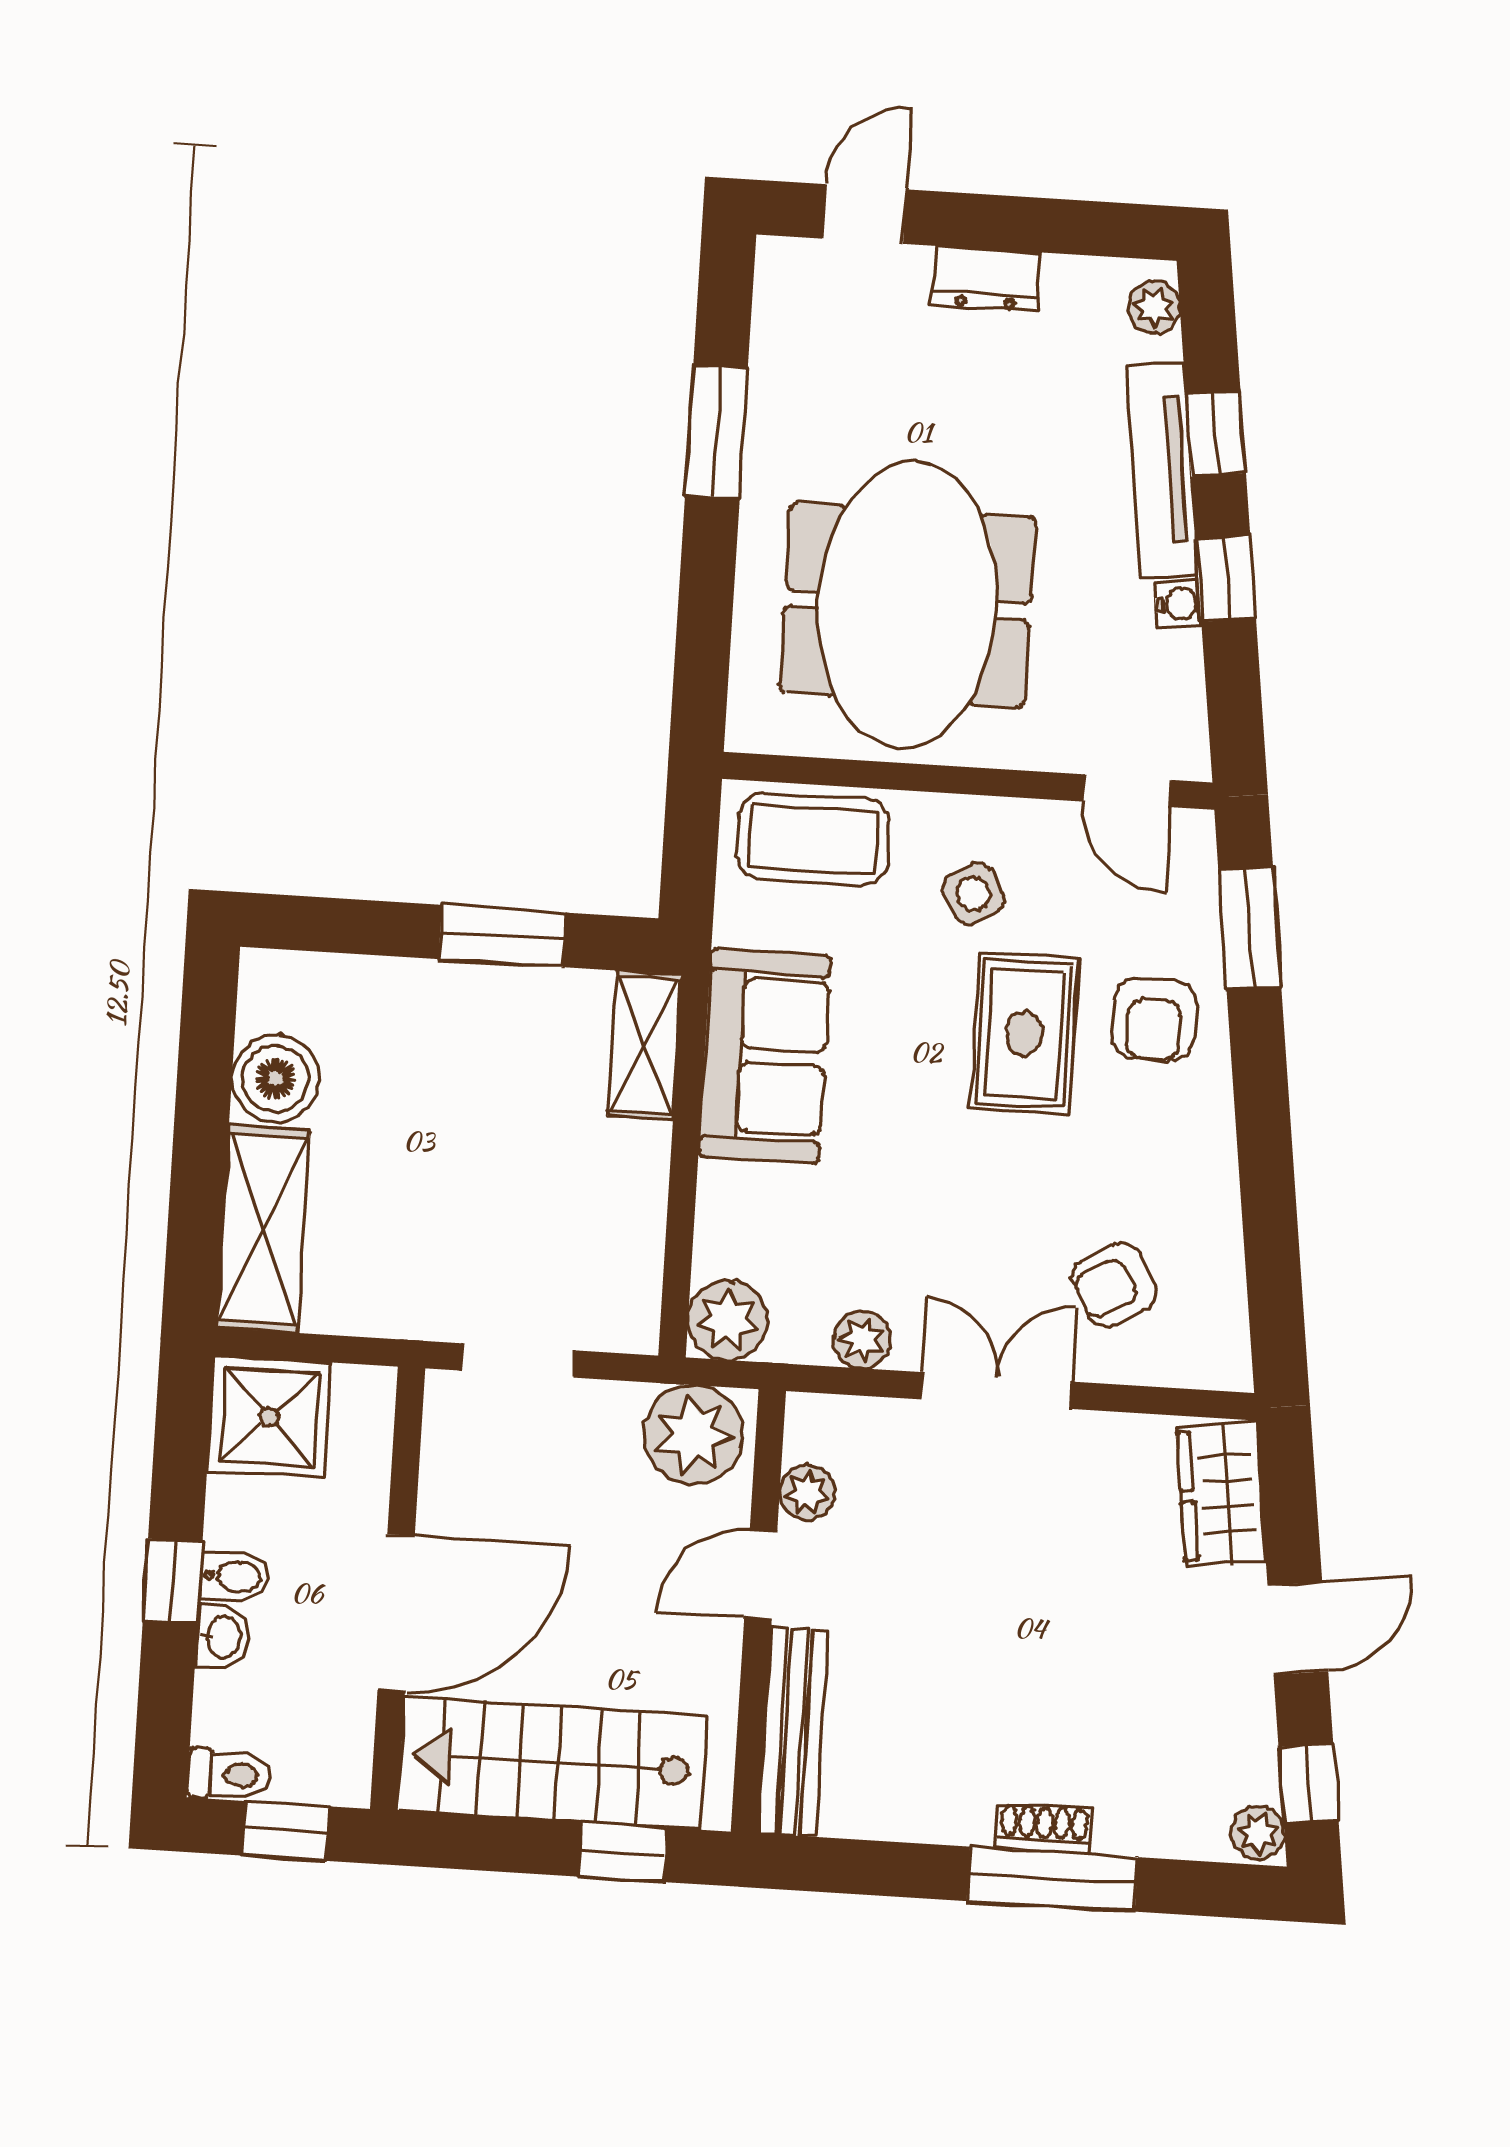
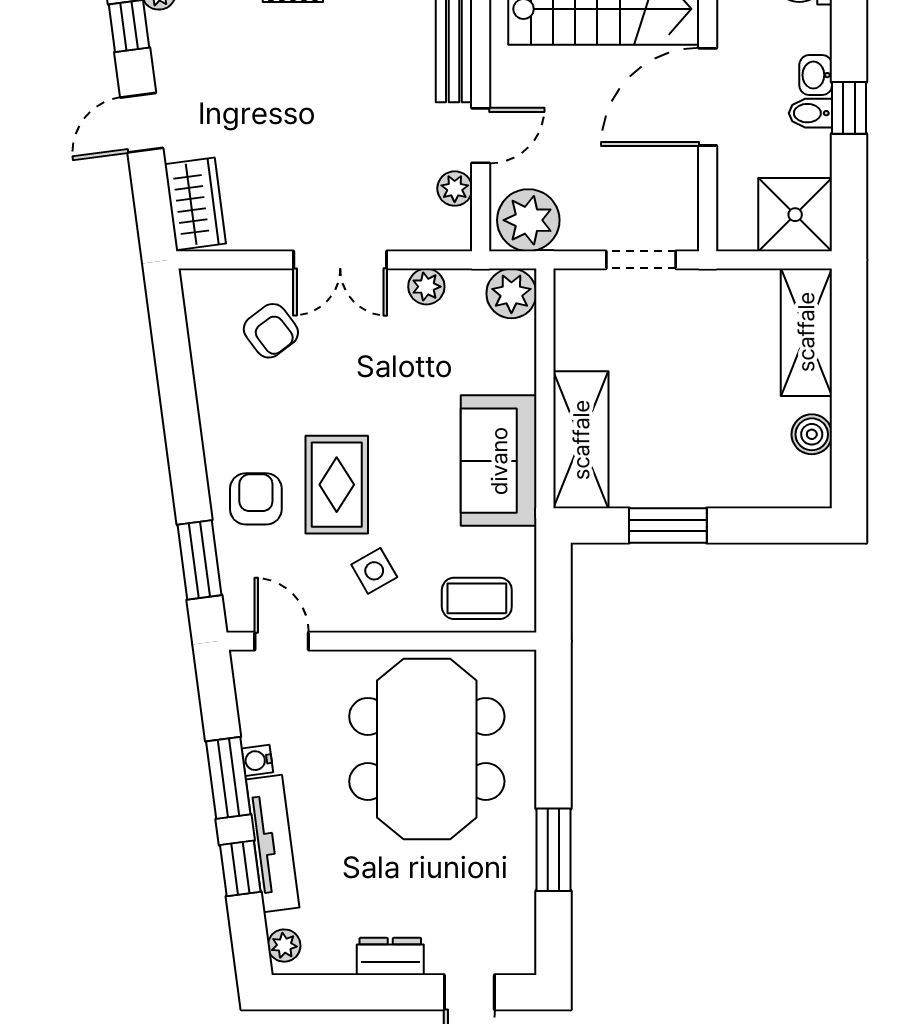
window: (1226, 579) -> (228, 778), width x1.50
coffee table: (813, 839) -> (477, 598), width x0.73, depth x0.77
shelving: (645, 1045) -> (581, 440), width x1.50, depth x1.33
boiler: (275, 1079) -> (812, 434), width x0.73, depth x0.73
armchair: (1114, 1285) -> (271, 331), turned 82

